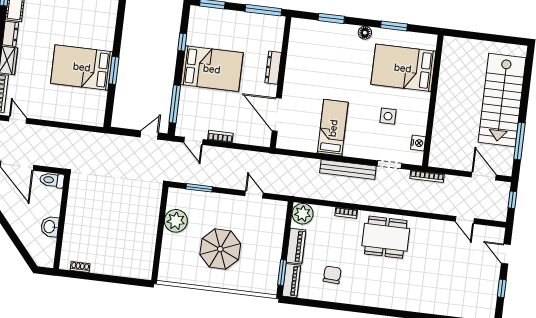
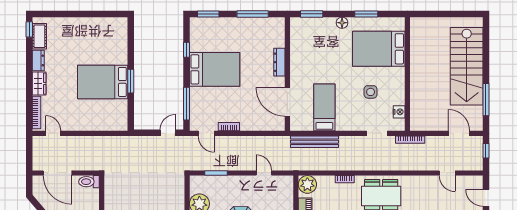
dresser: (273, 68) -> (279, 62), moved
wall: (281, 82) -> (287, 74), moved
door: (277, 114) -> (287, 102), moved
bench: (348, 169) -> (314, 142), moved

